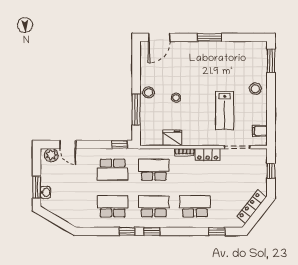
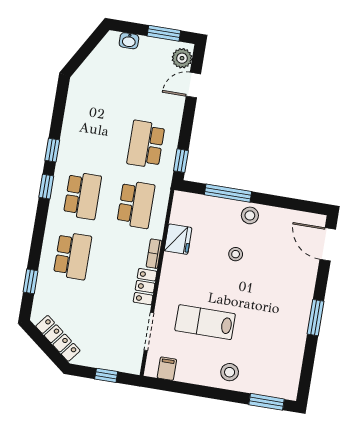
window: (37, 187) -> (164, 33), moved
school desk: (113, 206) -> (92, 135), removed

